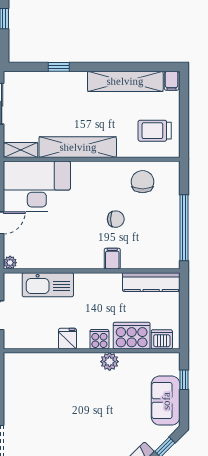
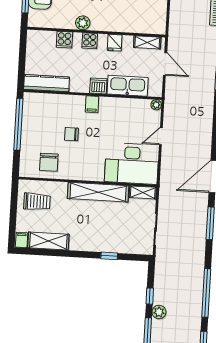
shelving: (125, 81) -> (48, 241), width x0.68
filing cabinet: (112, 259) -> (92, 104), moved
cooker: (132, 336) -> (64, 40), width x0.53, depth x0.76
dishwasher: (162, 339) -> (98, 86), moved, turned 180
shelving: (26, 341) -> (147, 42), added

